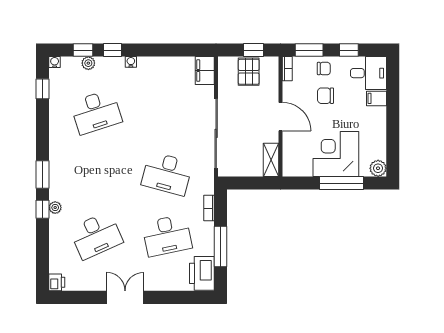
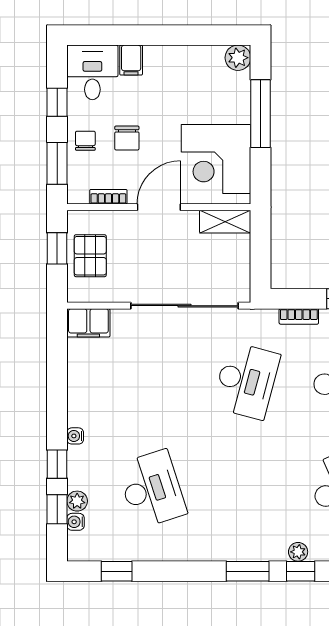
water cooler: (55, 62) -> (76, 522), moved
bookcase: (287, 69) -> (108, 197), moved
pallet: (249, 72) -> (90, 256), turned 90
corner desk: (336, 154) -> (216, 159), moved

